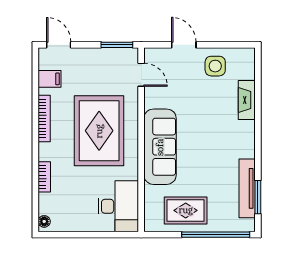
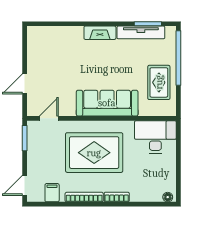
side table: (215, 66) -> (42, 58), removed
fireplace: (247, 100) -> (100, 33), moved
bookcase: (44, 177) -> (117, 197), moved

